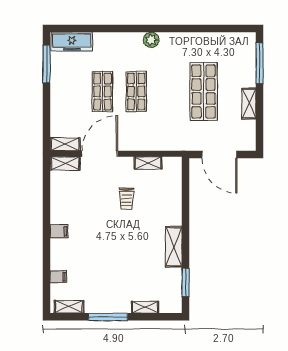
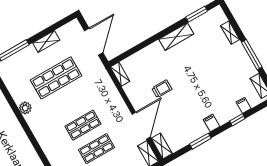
plant: (151, 40) -> (25, 108), moved
door: (100, 154) -> (141, 126), swing flipped
shelving: (148, 163) -> (120, 74), moved
window: (46, 208) -> (200, 141), added
window: (46, 261) -> (237, 120), added

